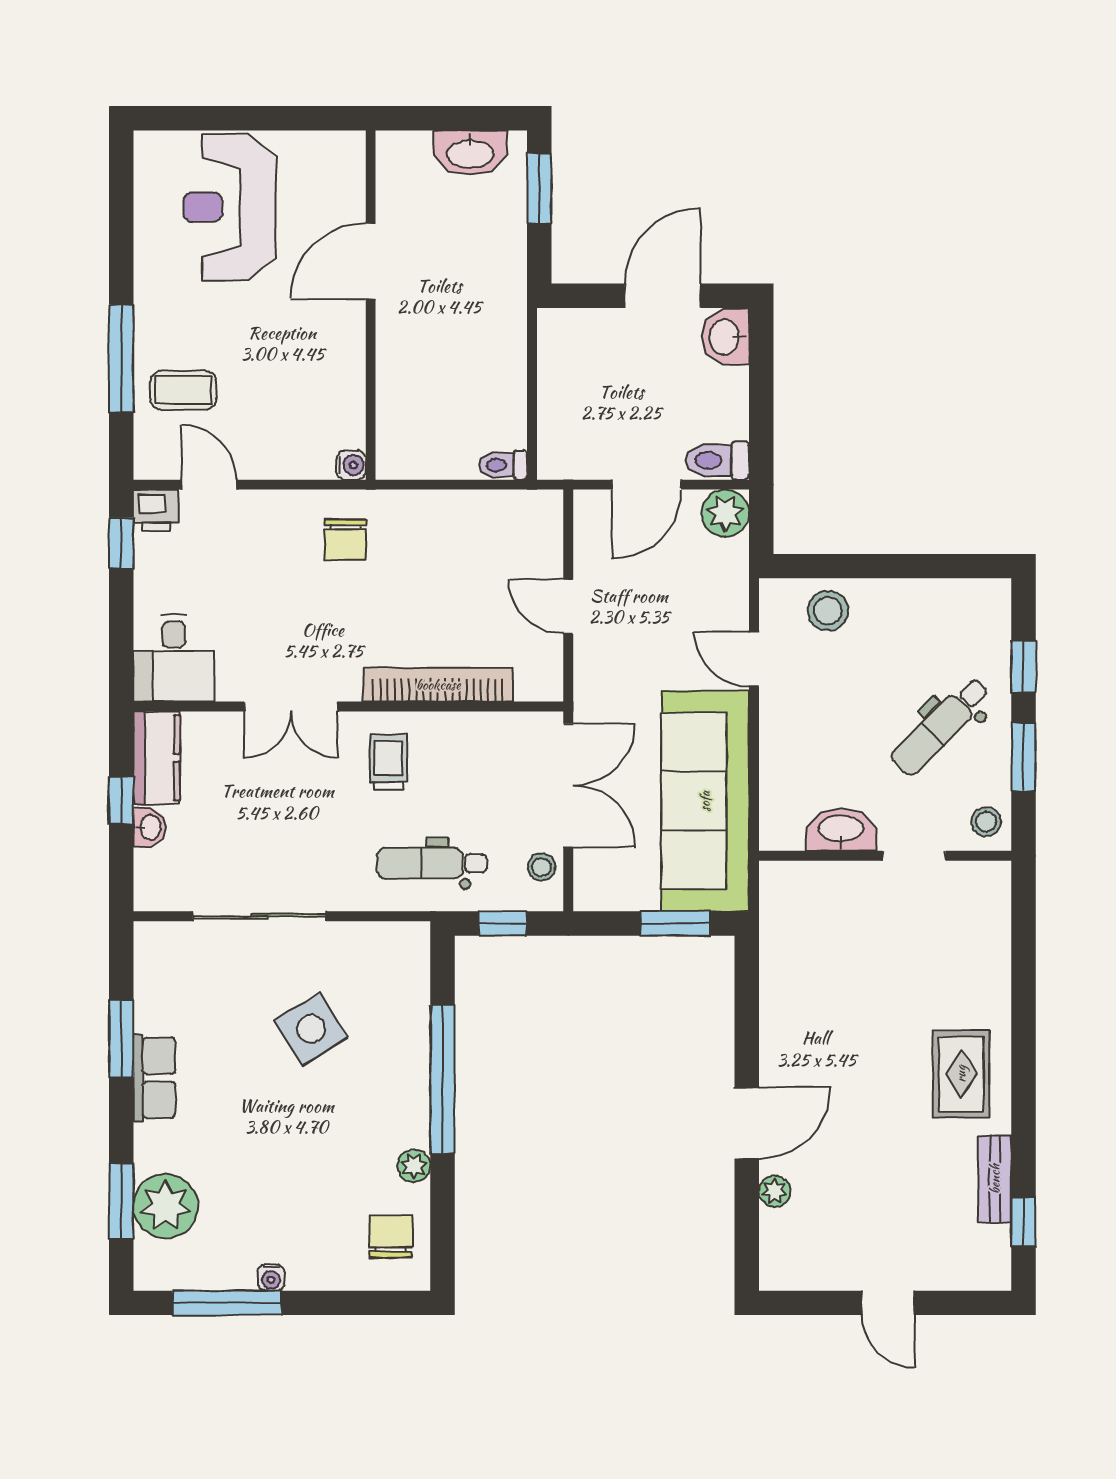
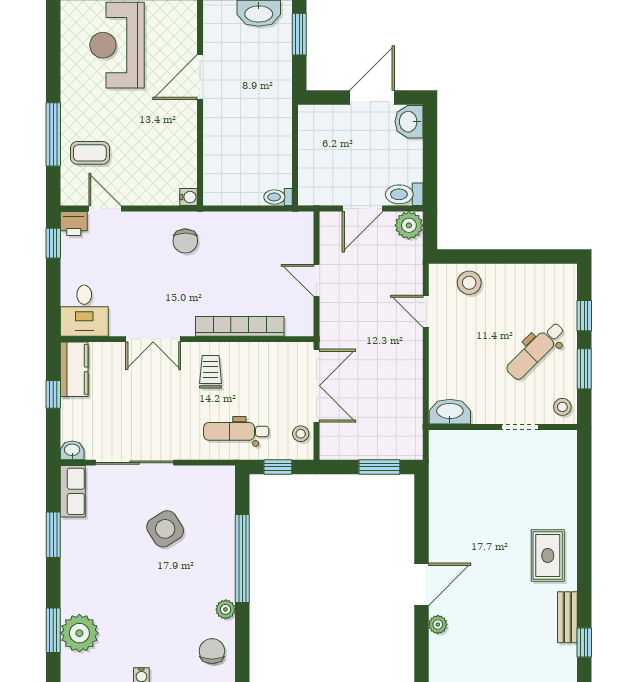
sofa: (705, 801) -> (397, 395), removed
washbasin: (149, 827) -> (72, 450), moved, turned -90
washbasin: (841, 830) -> (450, 412), moved
row of seats: (154, 1078) -> (73, 491), moved

